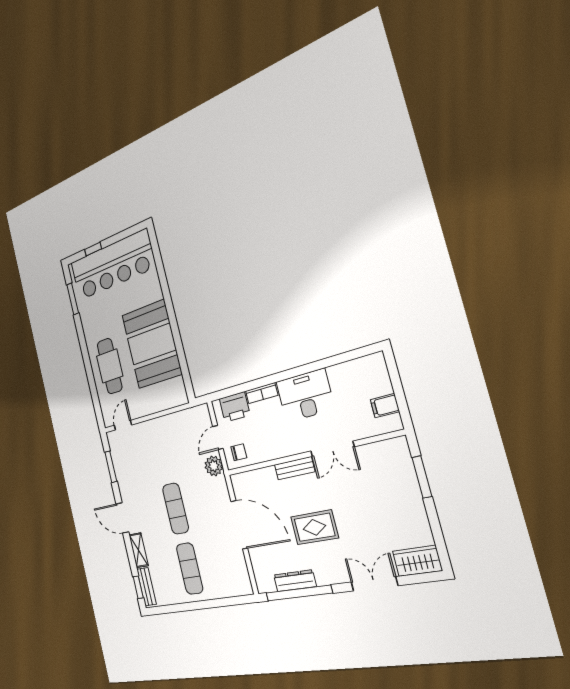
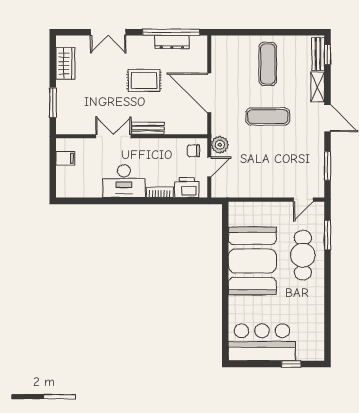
bar counter: (112, 265) -> (262, 342), width x0.73
window: (73, 299) -> (328, 235), moved
exercise mat: (176, 509) -> (268, 117), turned 90
wardrobe: (417, 561) -> (65, 63), moved, turned -90

